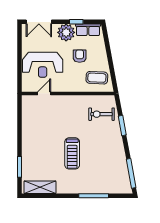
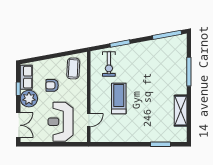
reception desk: (43, 65) -> (61, 122), turned 180
door: (44, 94) -> (89, 120), swing flipped
treadmill: (72, 153) -> (119, 99), moved, turned -90
shelving: (40, 187) -> (181, 111), moved

